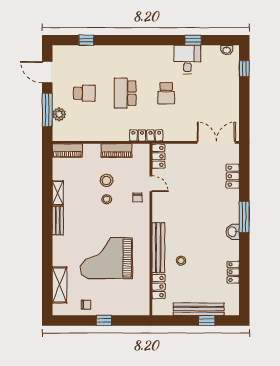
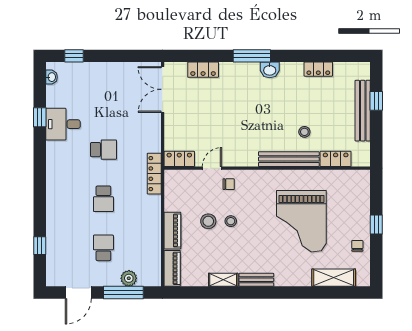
school desk: (125, 93) -> (103, 199), width x0.54
piano: (117, 151) -> (172, 231), moved

